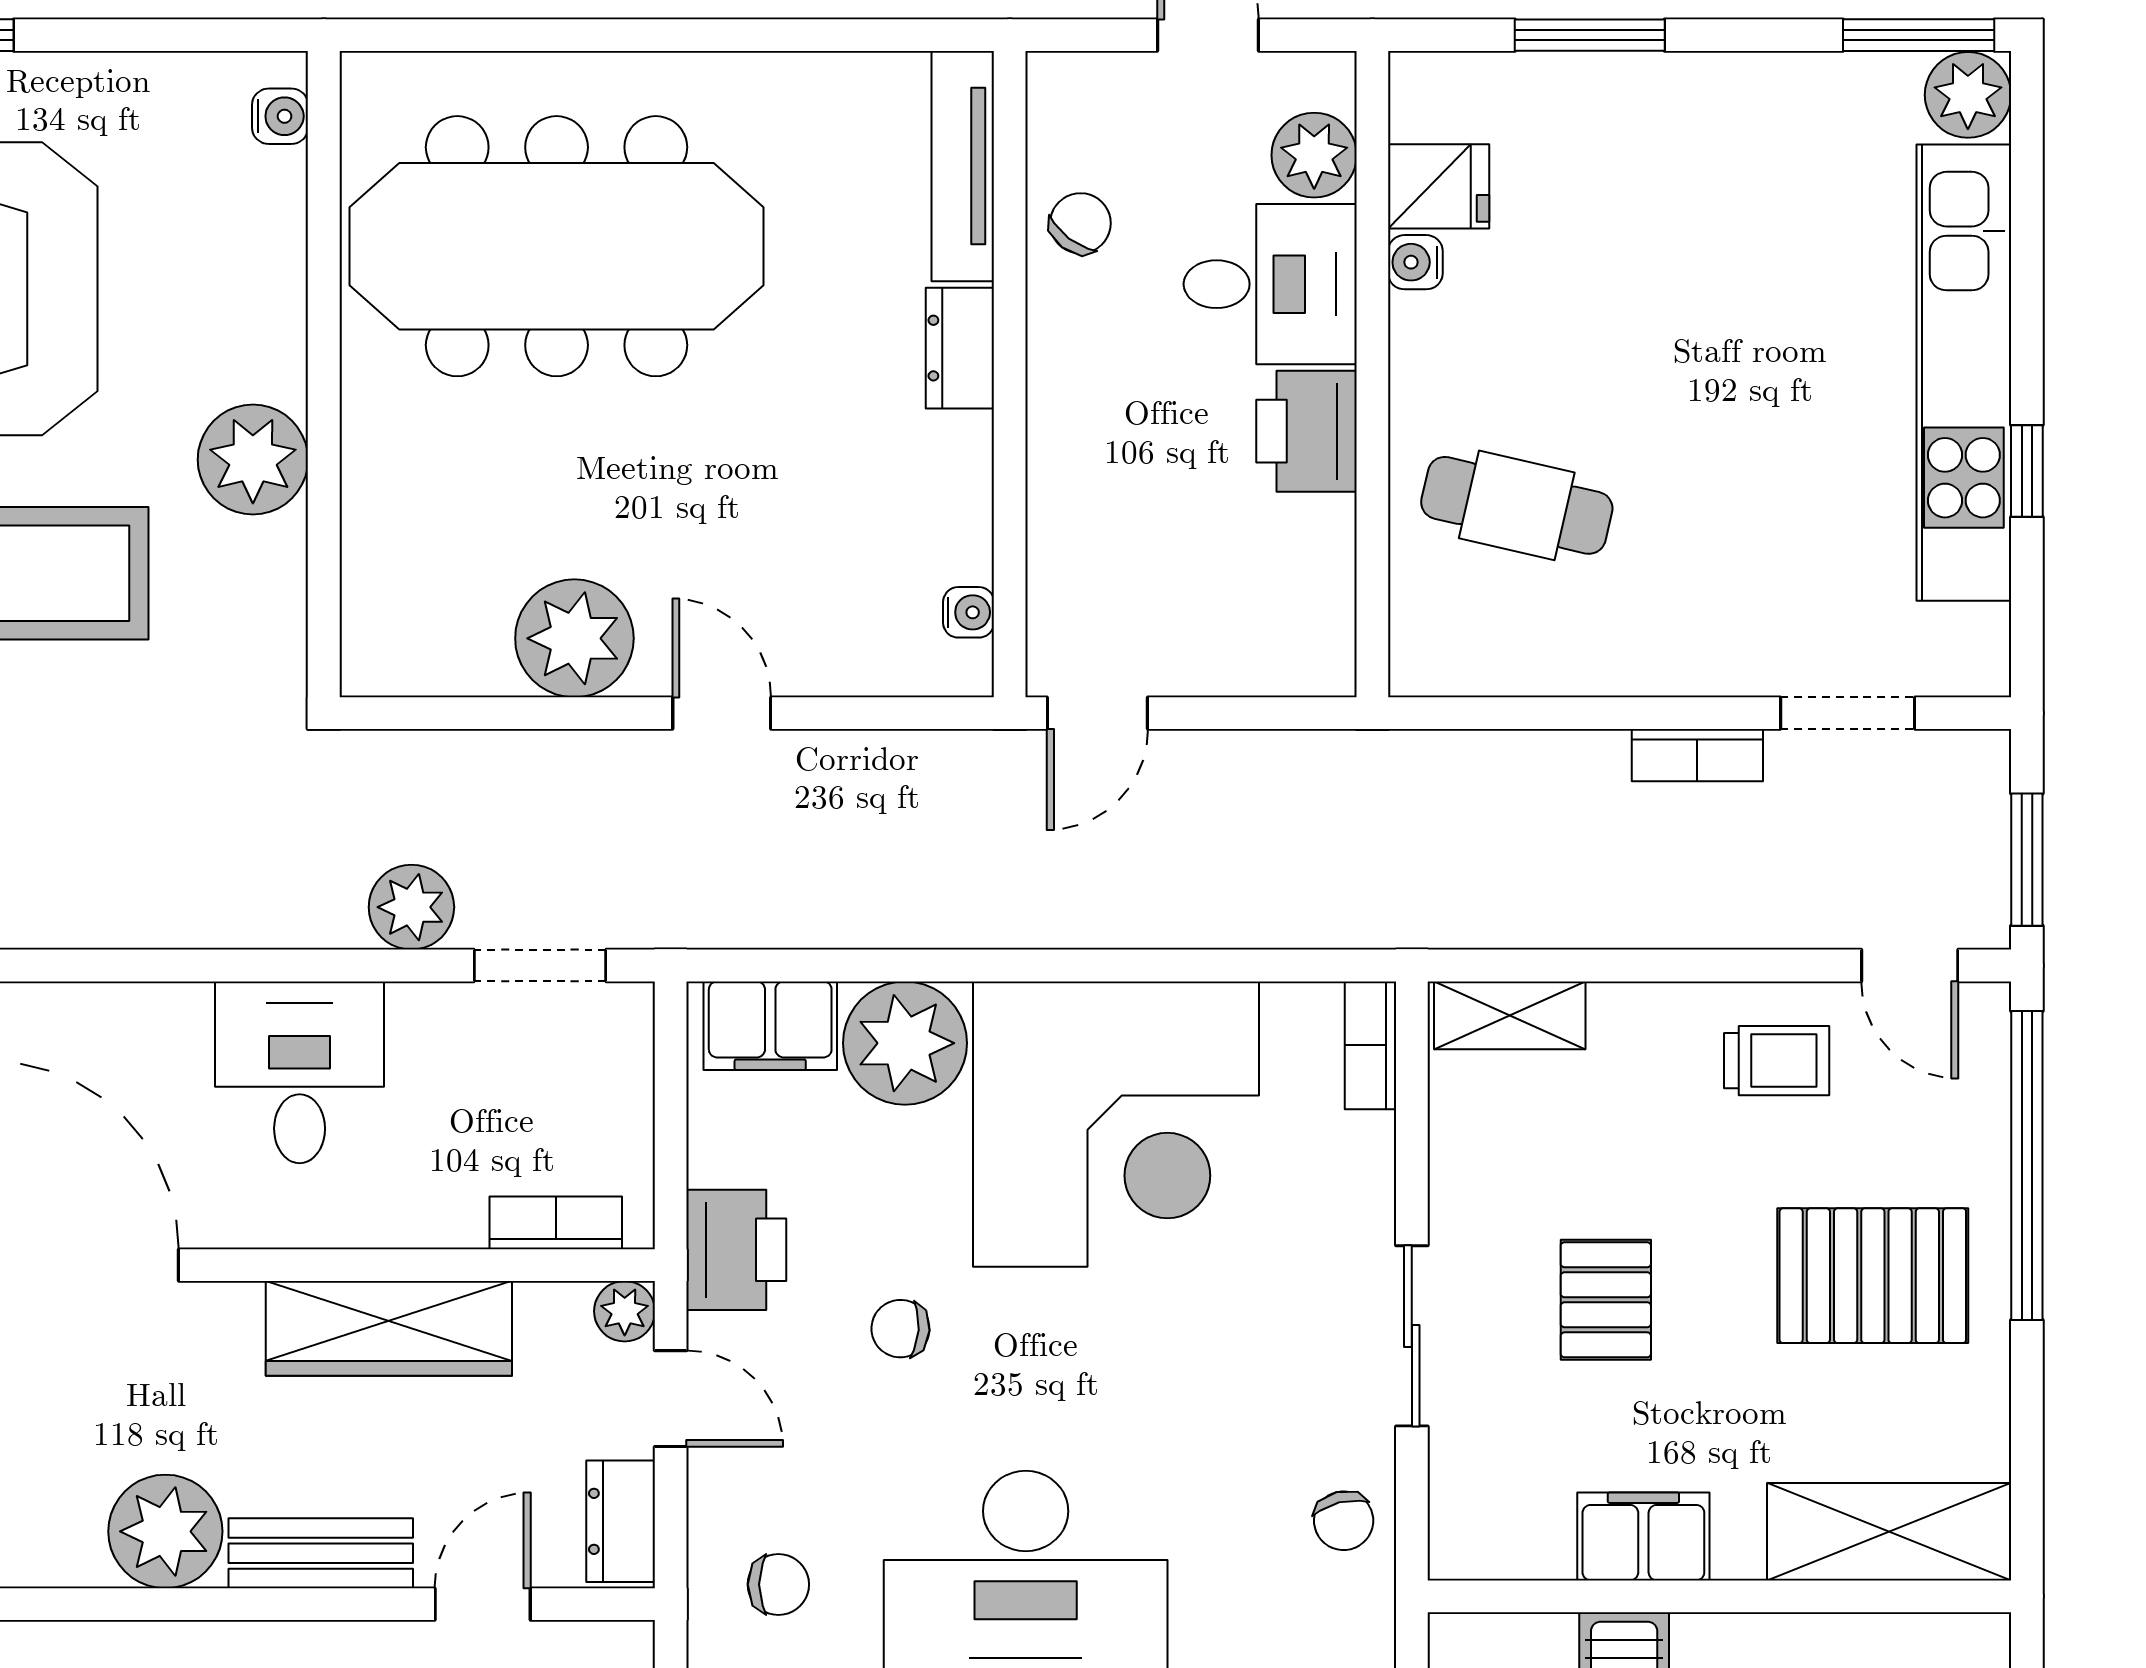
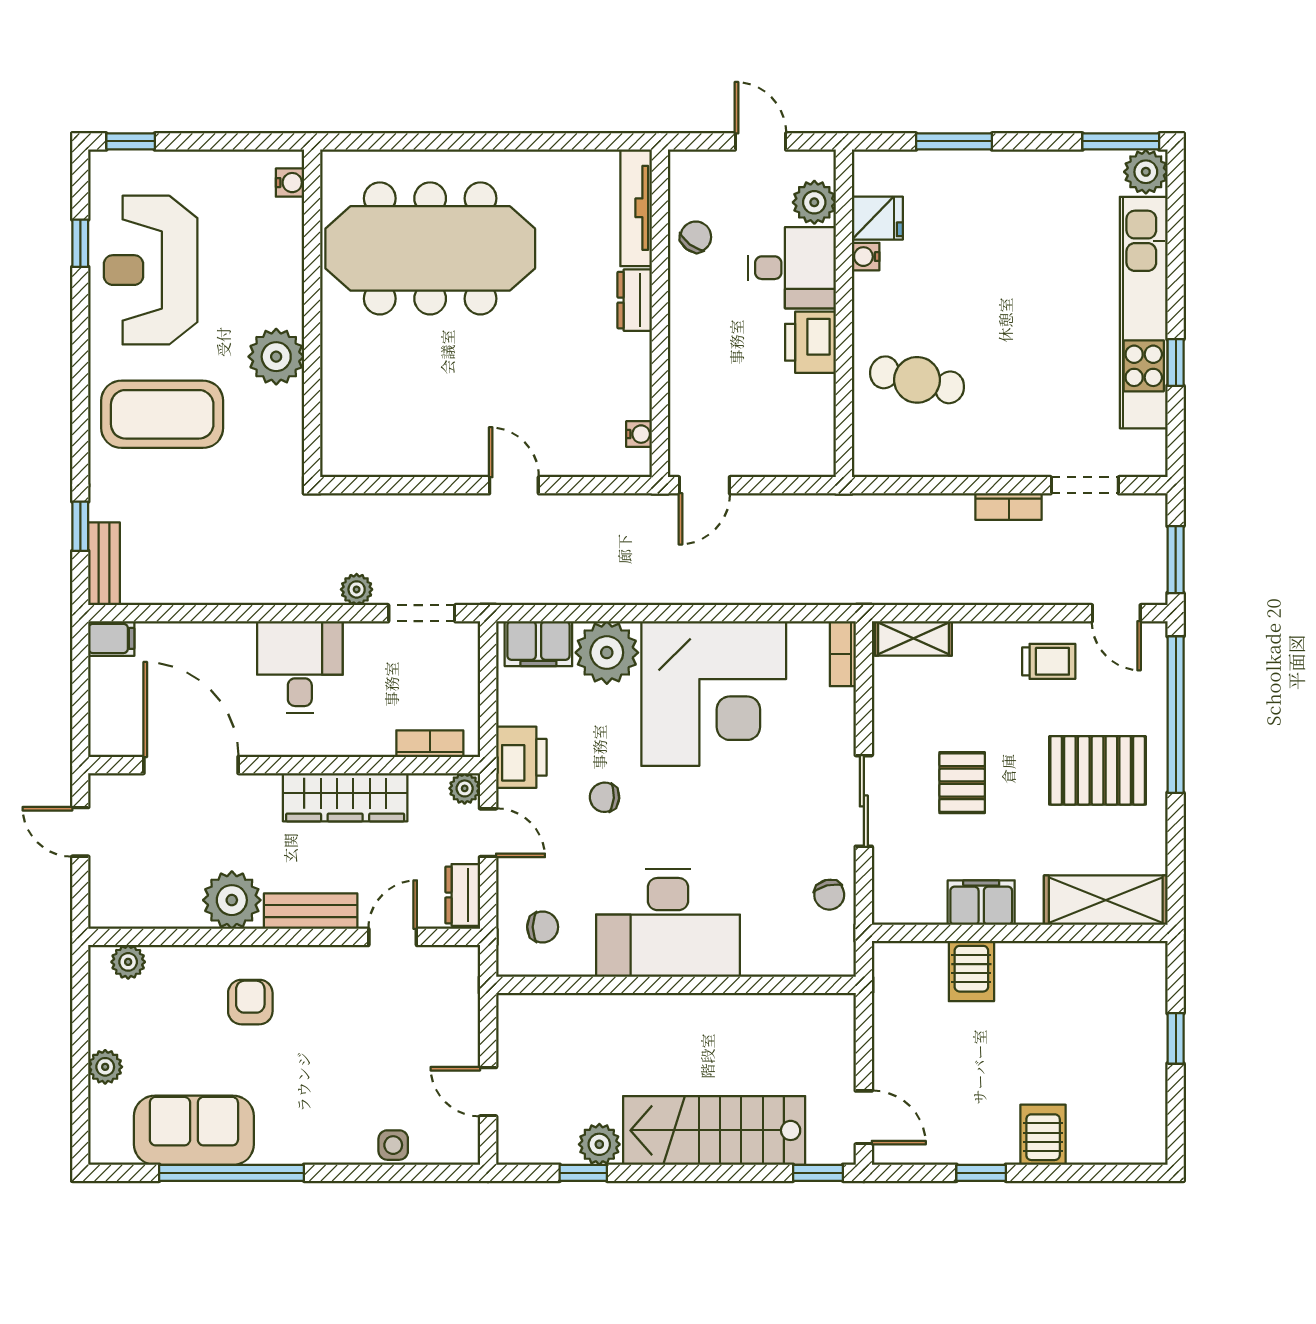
plant: (574, 638) -> (439, 447), removed
plant: (411, 907) -> (357, 589), width x0.73, depth x0.73

